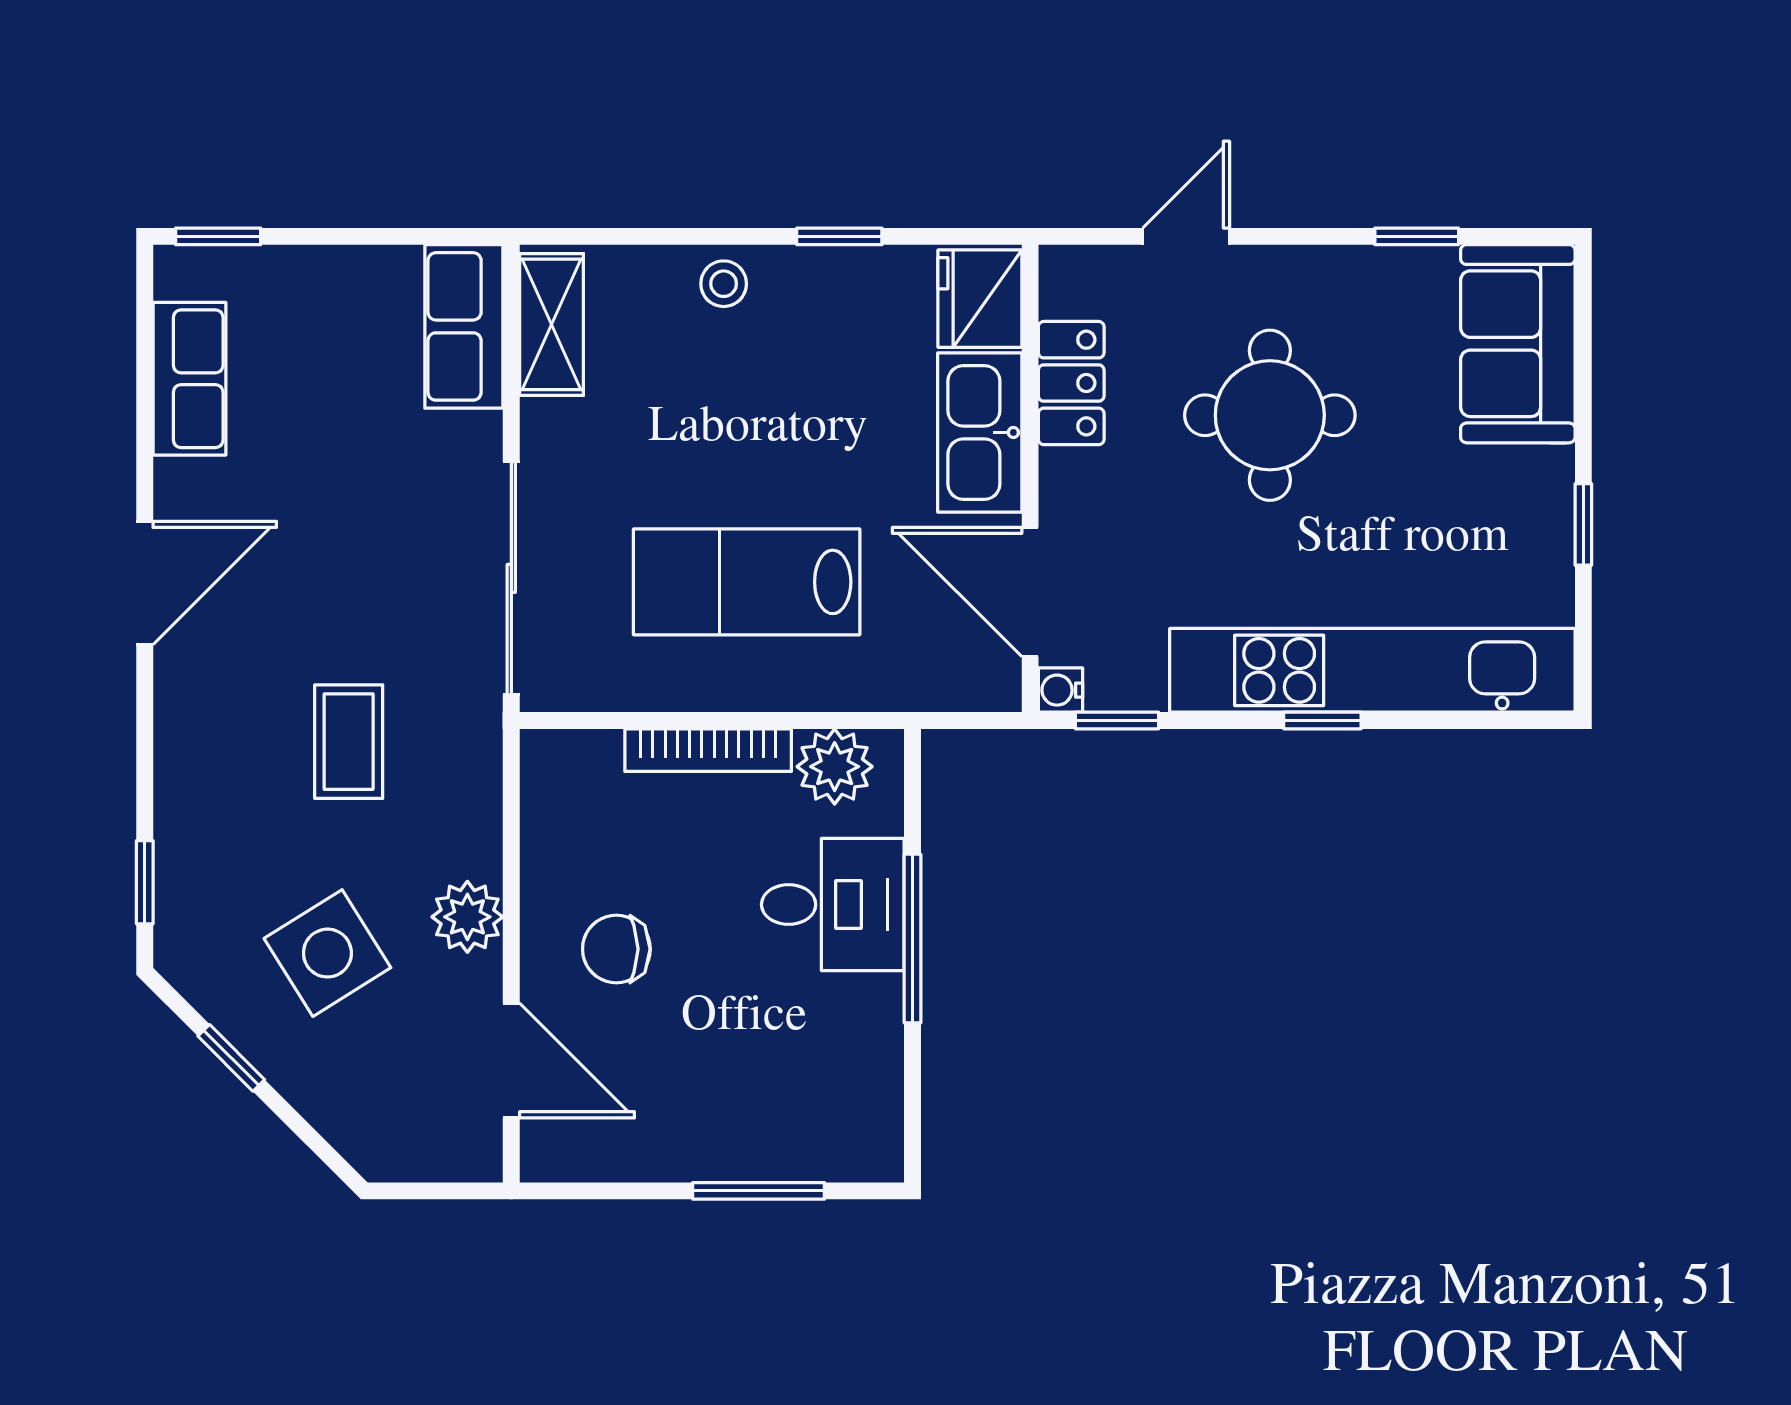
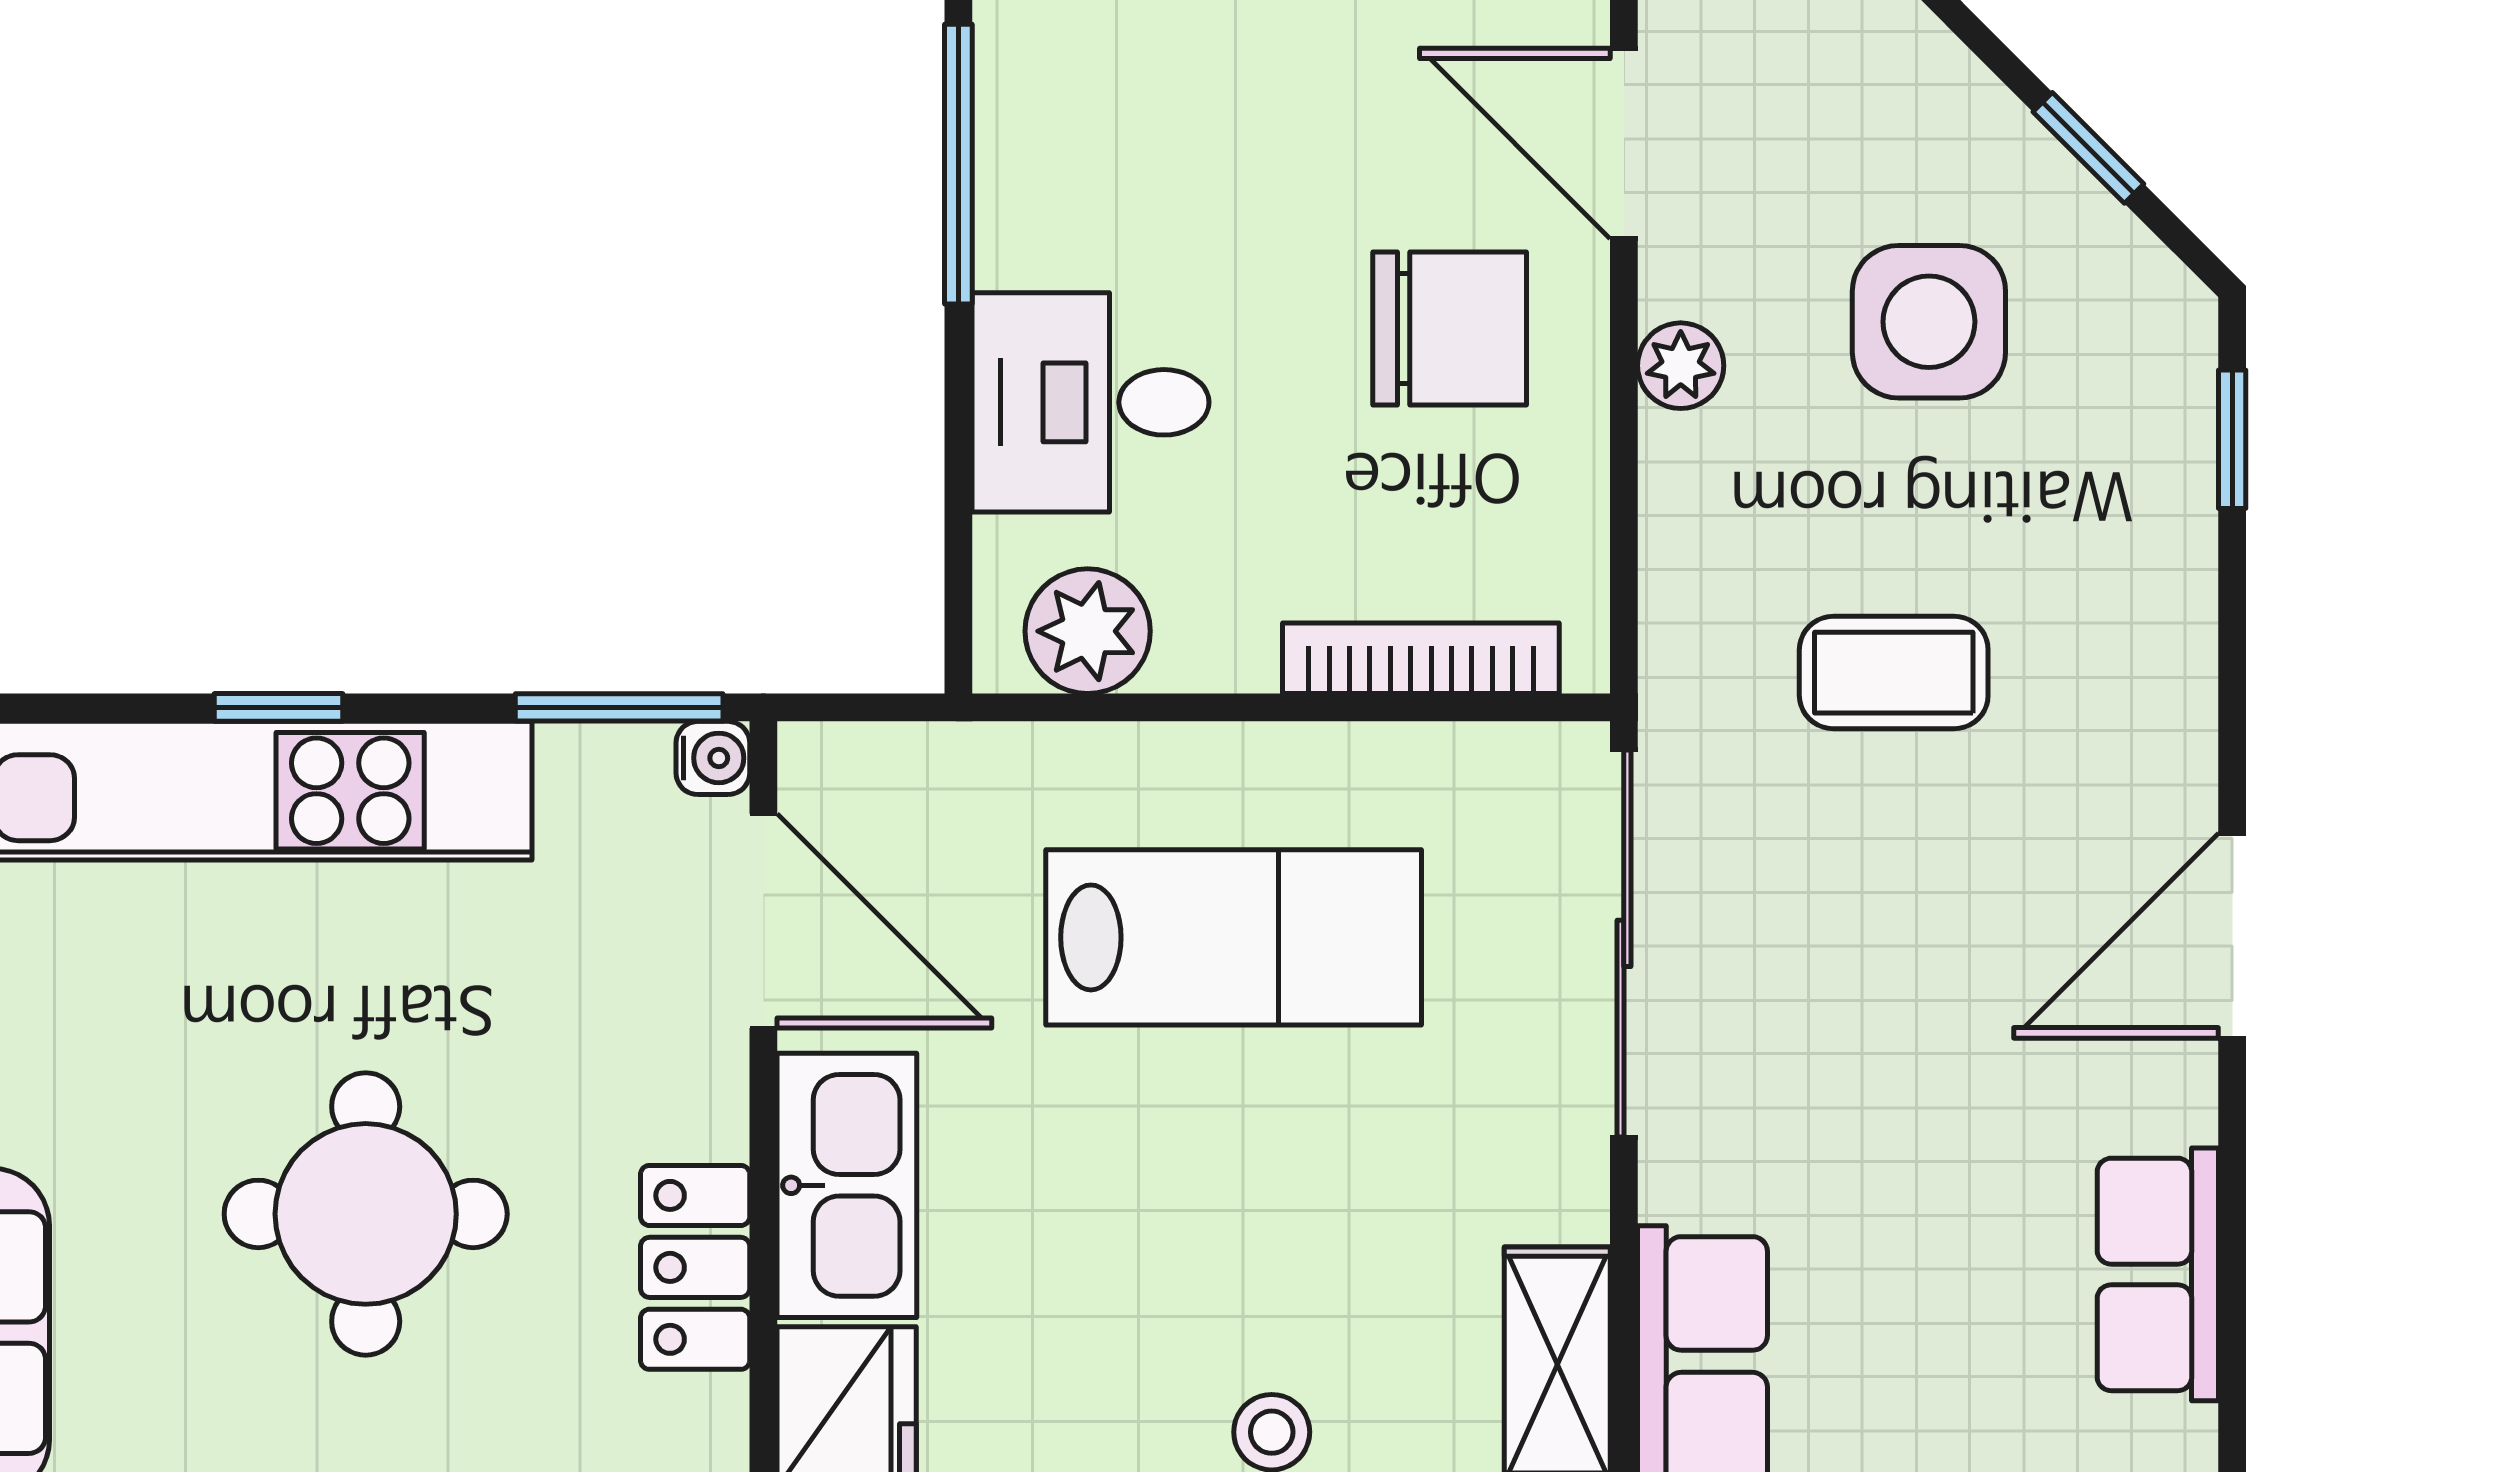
window: (1117, 721) -> (619, 707), width x1.50
coffee table: (349, 742) -> (1894, 673), turned 90
bookcase: (708, 750) -> (1421, 658), moved
plant: (467, 917) -> (1681, 366), width x0.73, depth x0.73
window: (912, 939) -> (958, 164), moved
chair: (616, 949) -> (1450, 328), width x1.37, depth x1.37
side table: (327, 953) -> (1929, 322), turned 32

